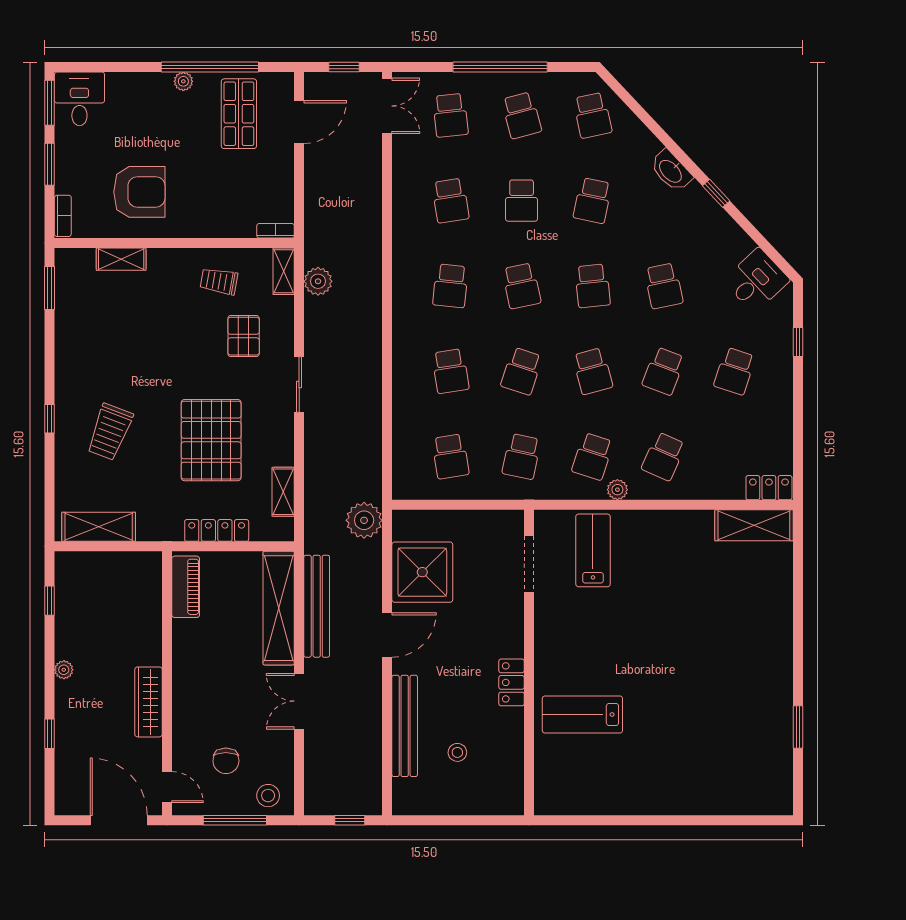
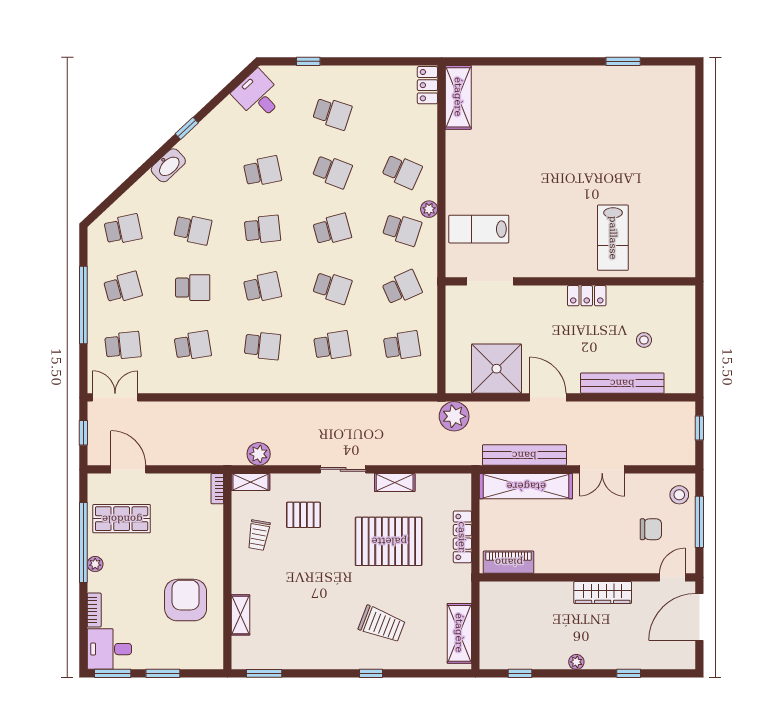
bookcase: (63, 216) -> (94, 610), moved, turned 90
school desk: (522, 456) -> (402, 288), turned -36
shelving: (283, 492) -> (395, 483), moved

